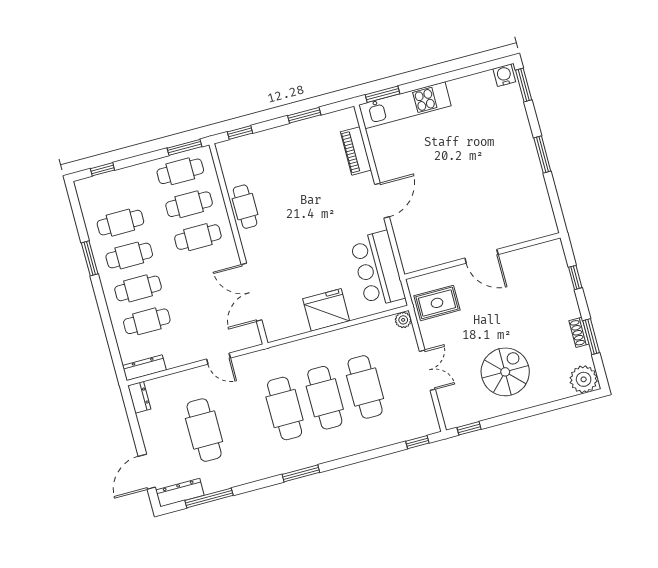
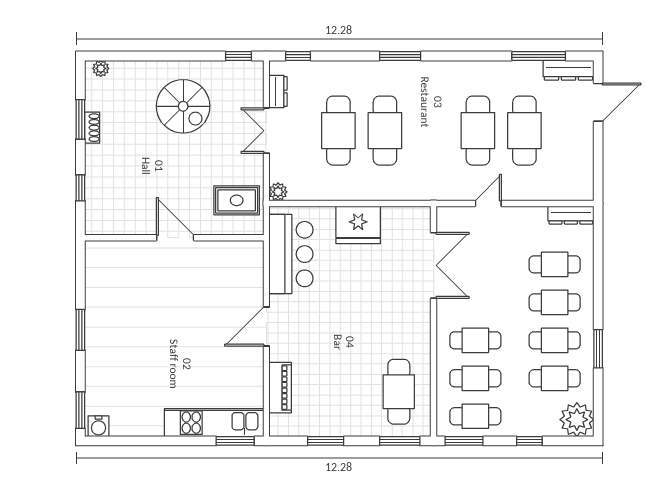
window: (240, 132) -> (400, 441), width x1.50
window: (102, 169) -> (529, 441), moved
plant: (92, 192) -> (577, 420), added
cafe table: (245, 207) -> (399, 392), moved, width x1.37, depth x1.35
door: (219, 359) -> (488, 203), hinge flipped
spiral stairs: (505, 372) -> (183, 106), turned -90
plant: (584, 379) -> (101, 68), width x0.53, depth x0.53
dresser: (139, 397) -> (278, 92), moved, turned 180
cafe table: (285, 408) -> (478, 131), moved
window: (301, 473) -> (400, 56), moved

